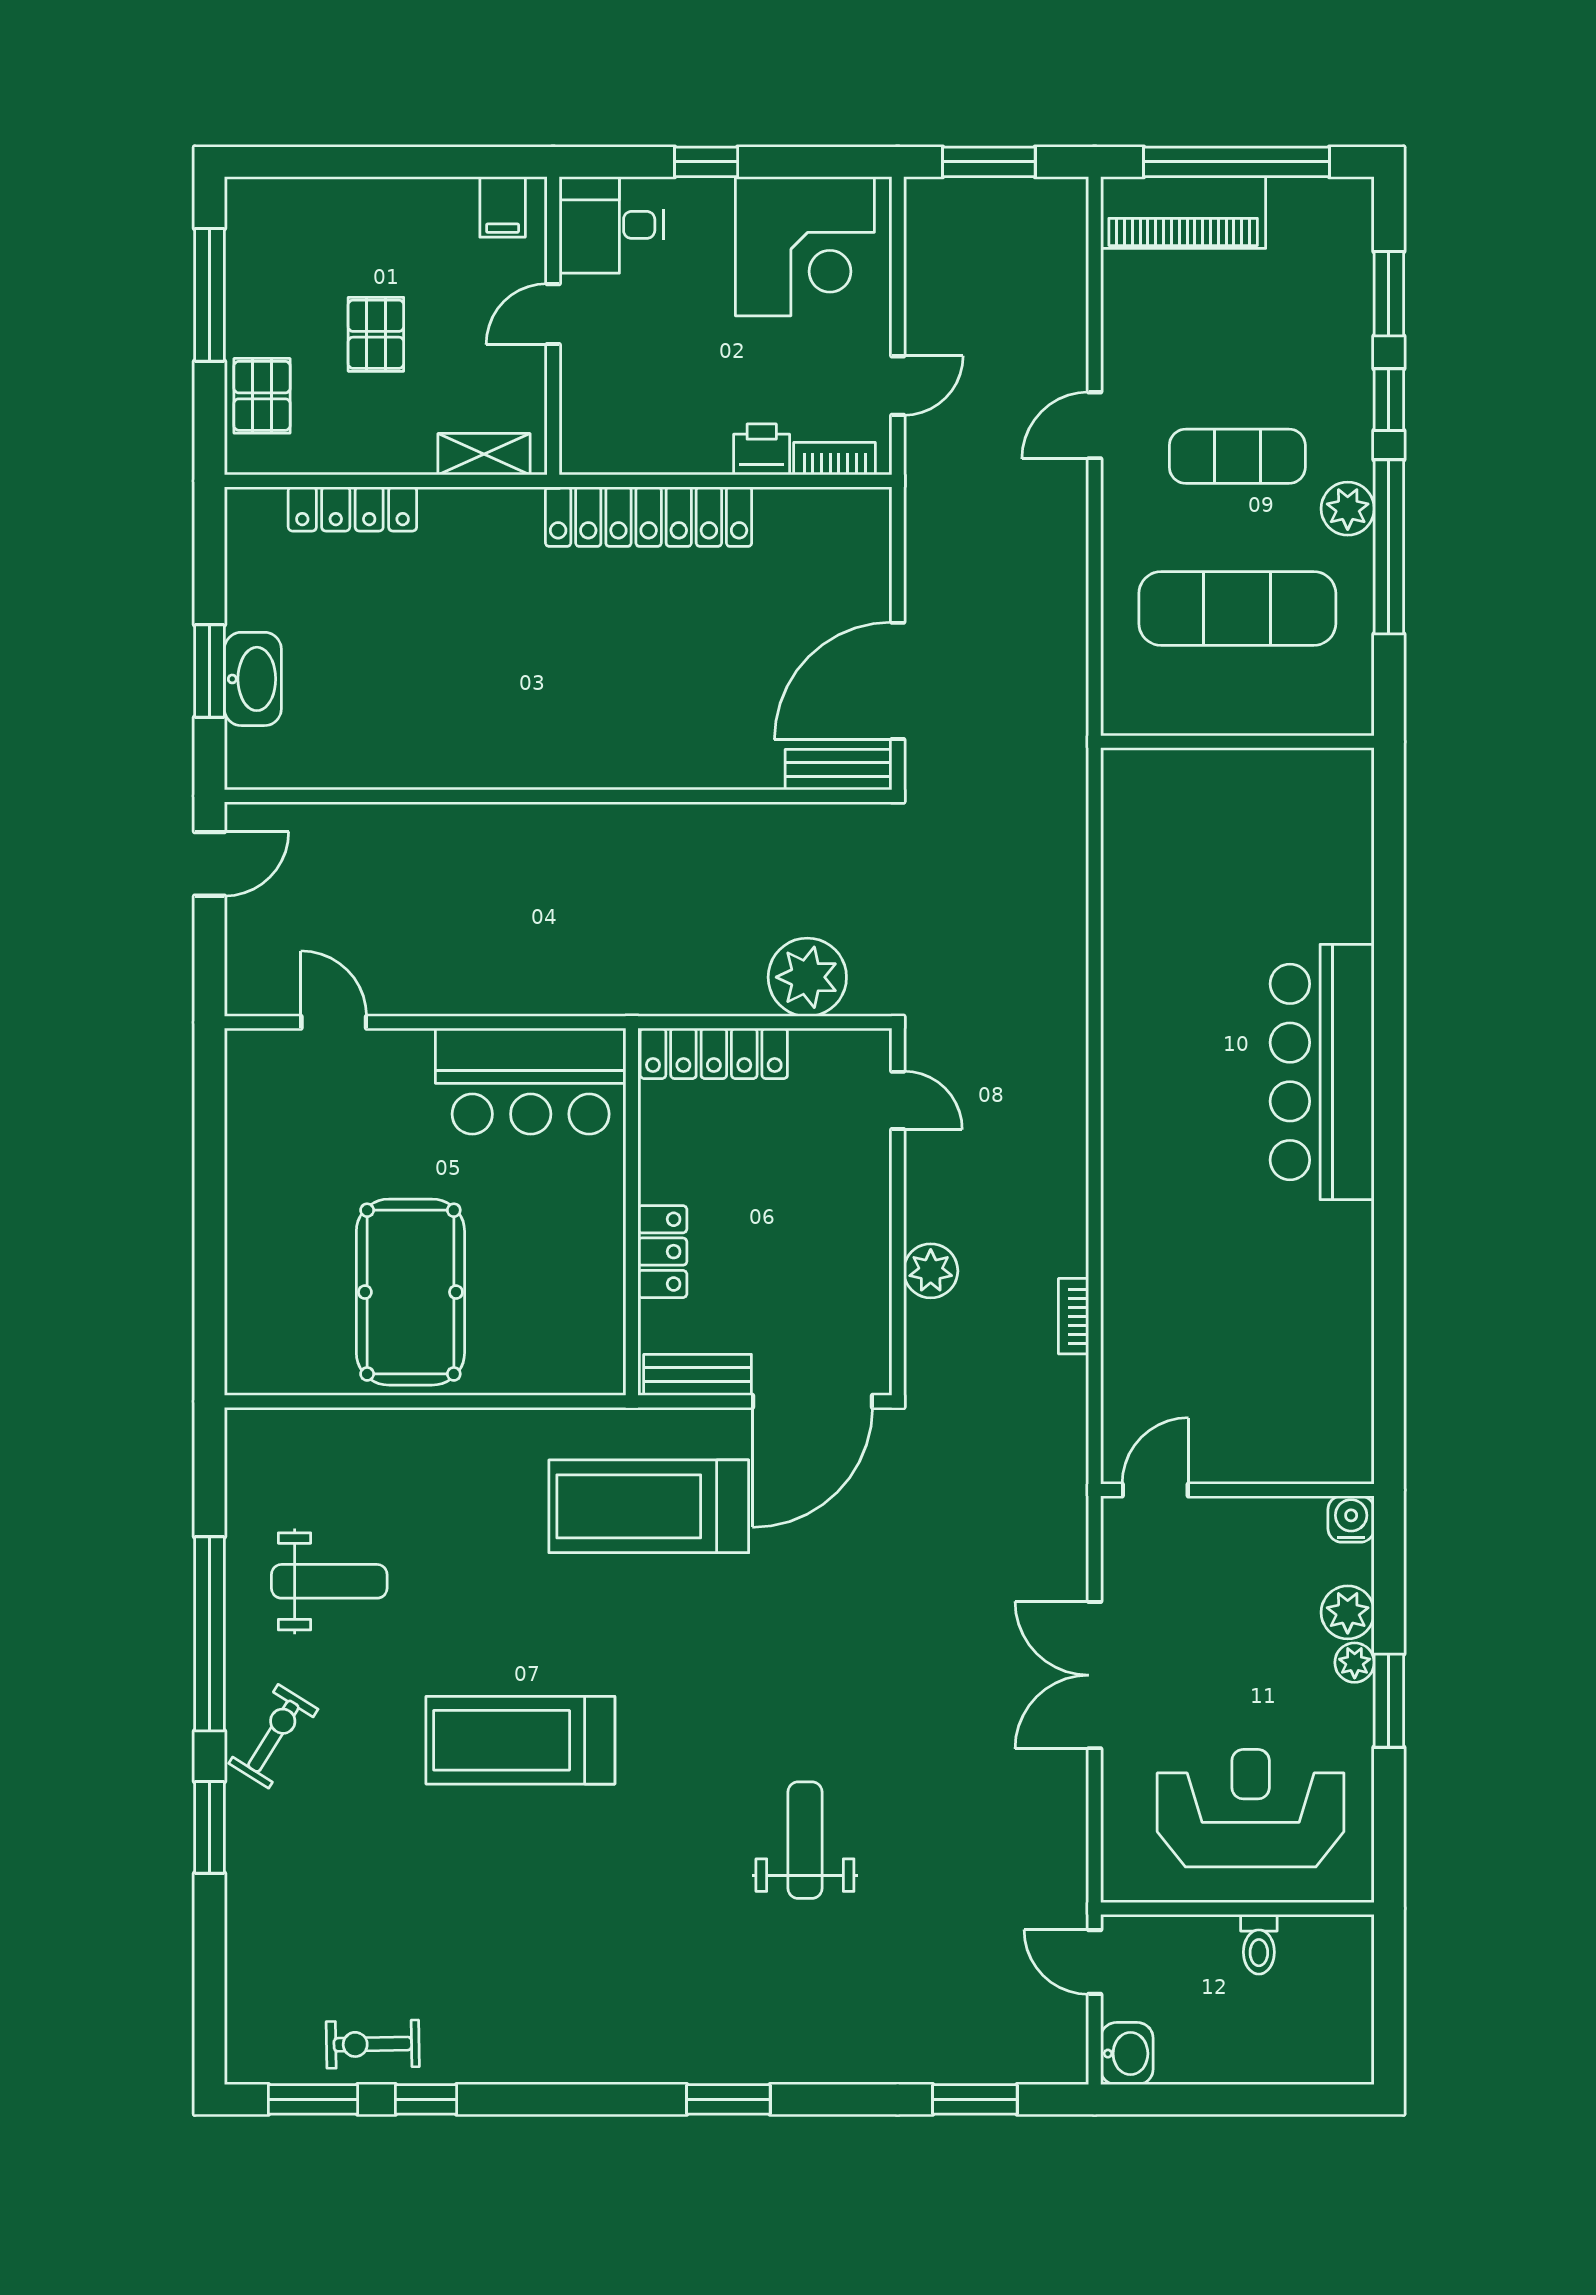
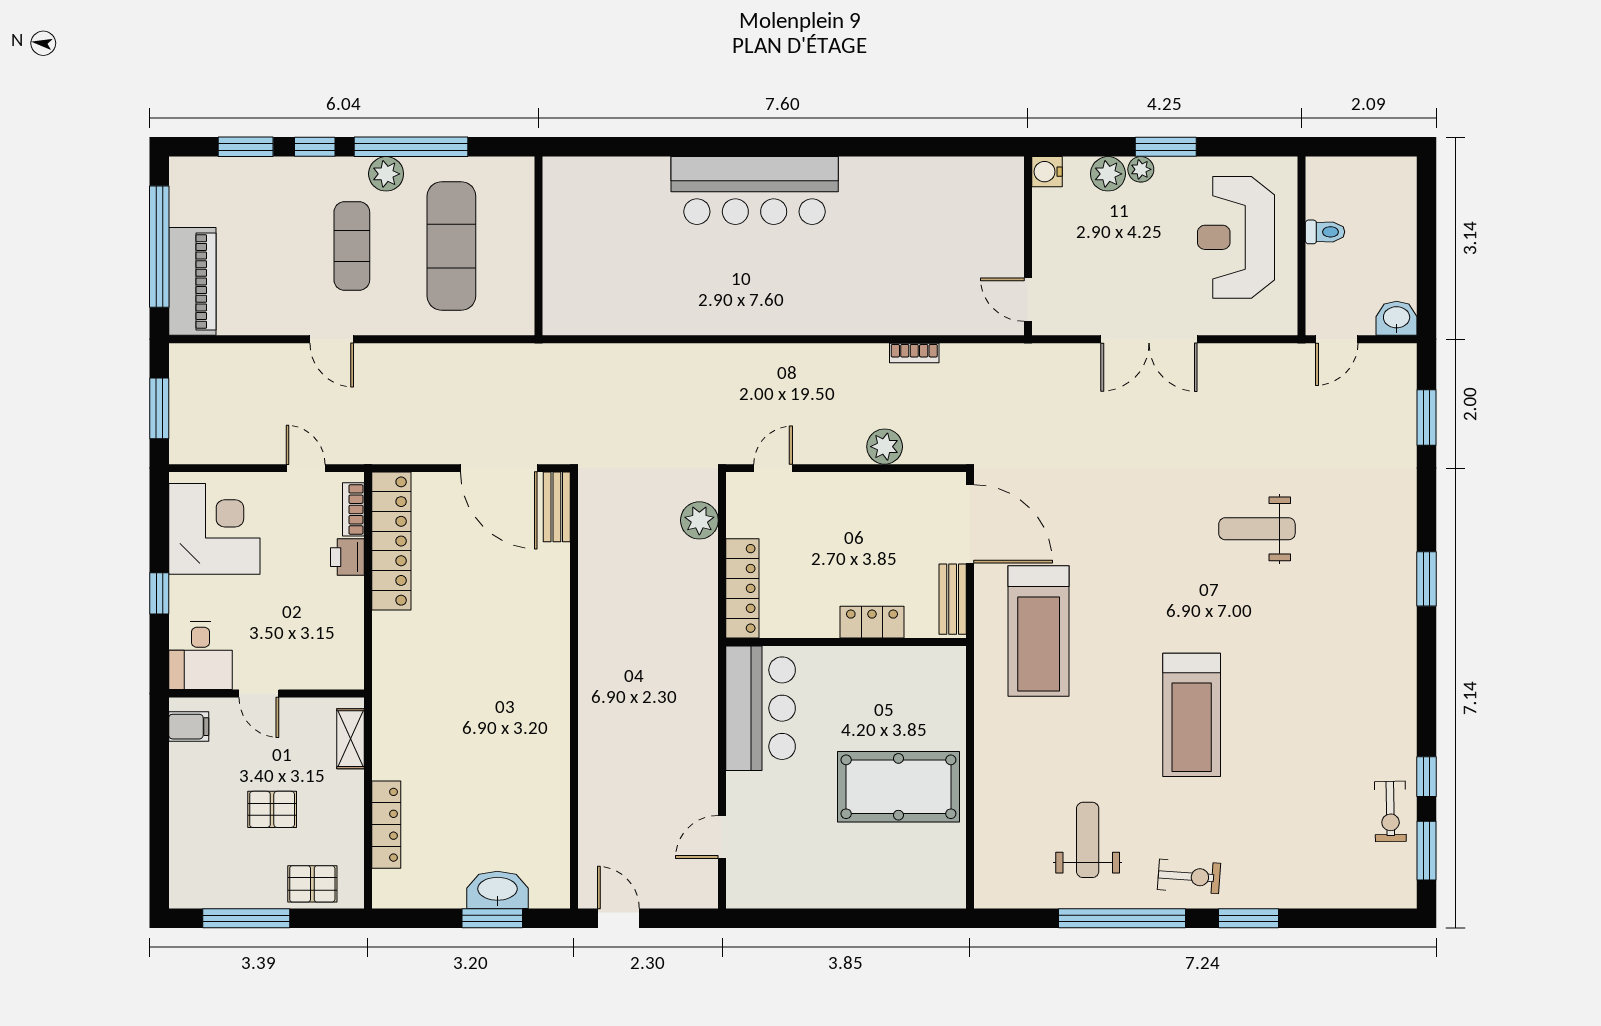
locker: (649, 517) -> (391, 541), moved
plant: (807, 977) -> (699, 520), width x0.73, depth x0.73
exercise bike: (273, 1736) -> (1189, 876), turned 152

